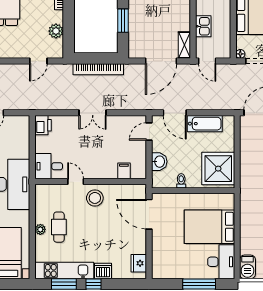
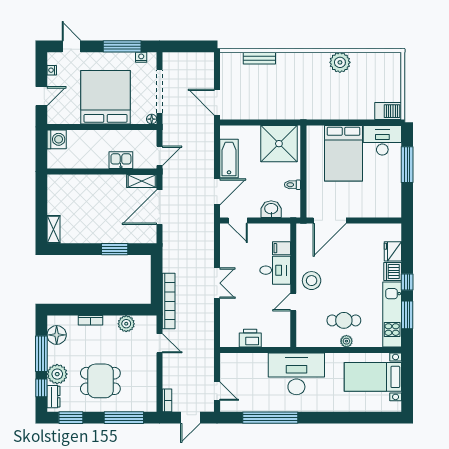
door: (161, 61) -> (159, 207), swing flipped
bookcase: (98, 69) -> (169, 301), moved
printer: (43, 125) -> (250, 338), moved
desk: (49, 166) -> (275, 270), moved, turned -90
fridge: (139, 263) -> (393, 251), moved, turned 90

